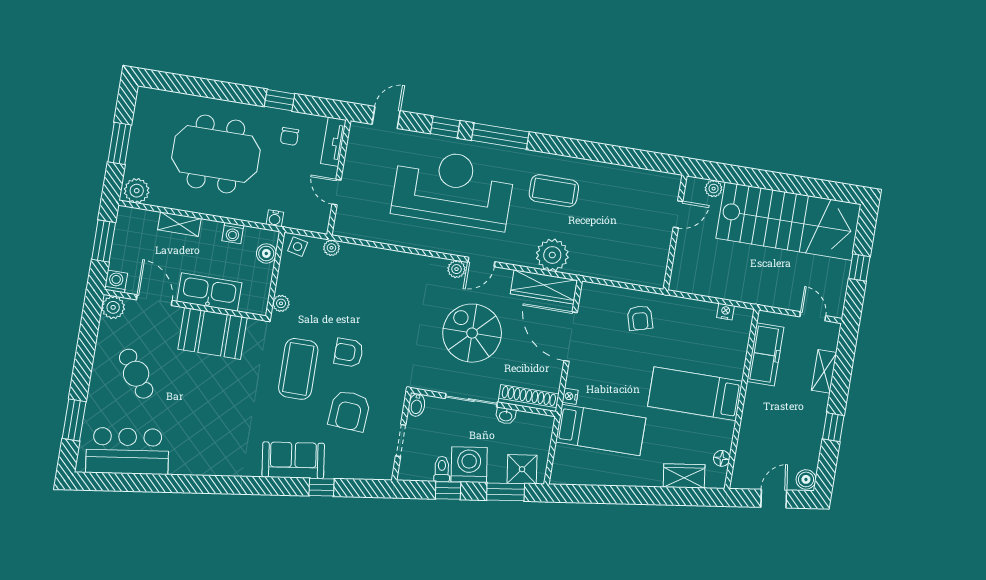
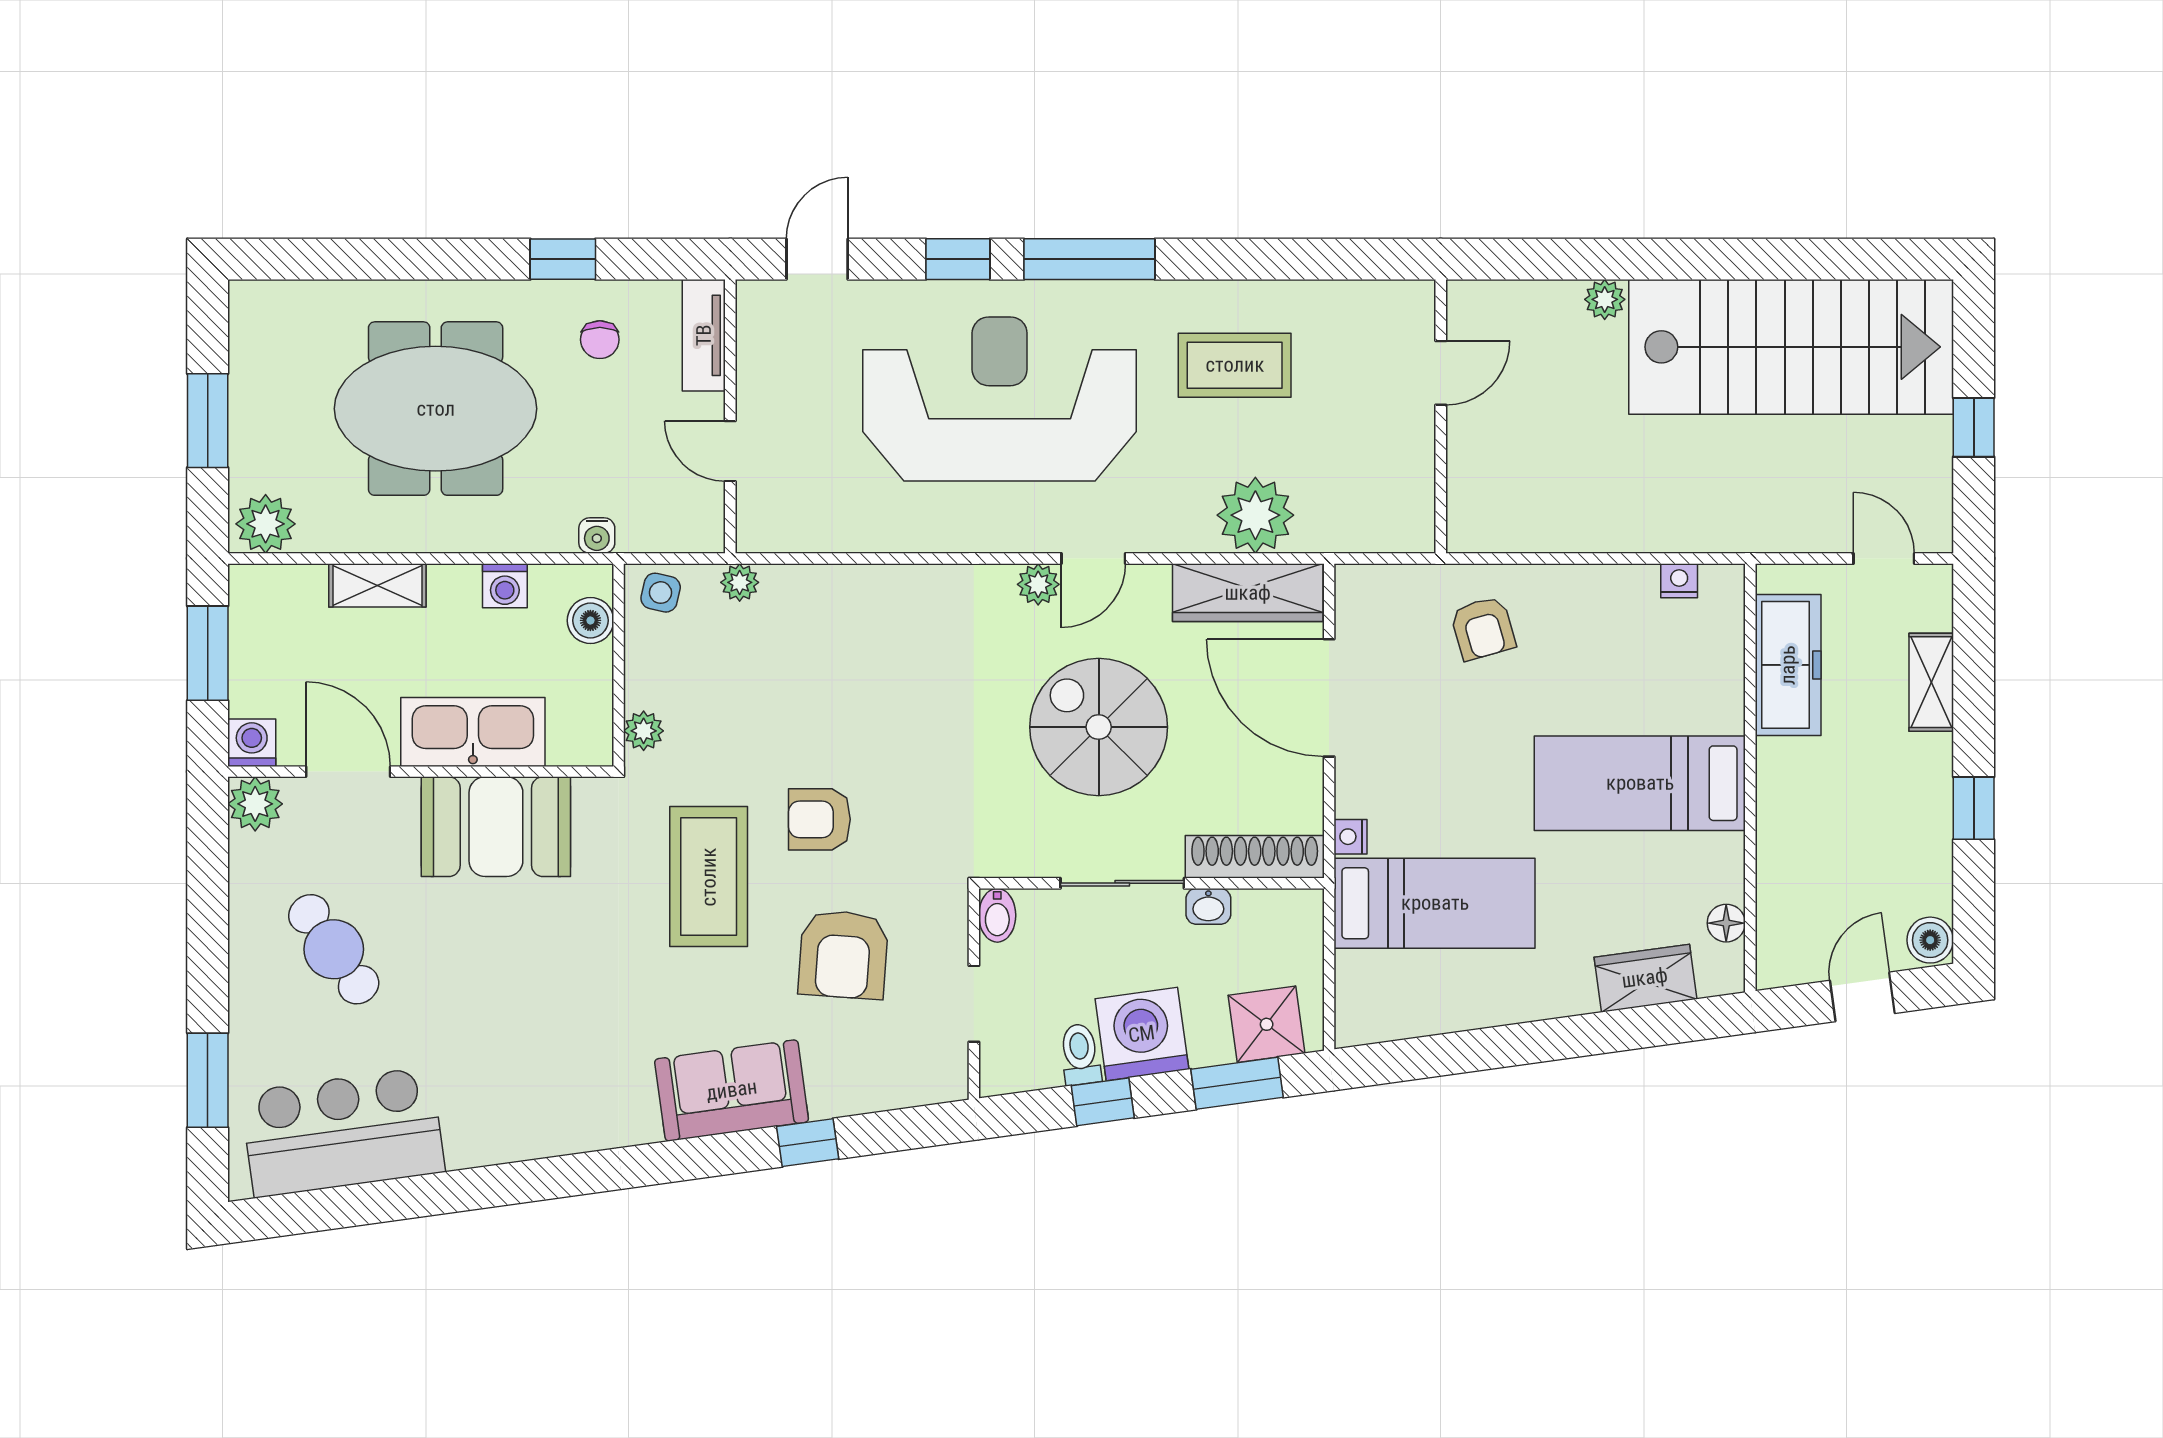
door: (678, 214) -> (1441, 373), moved
wall: (675, 233) -> (1441, 416), moved

